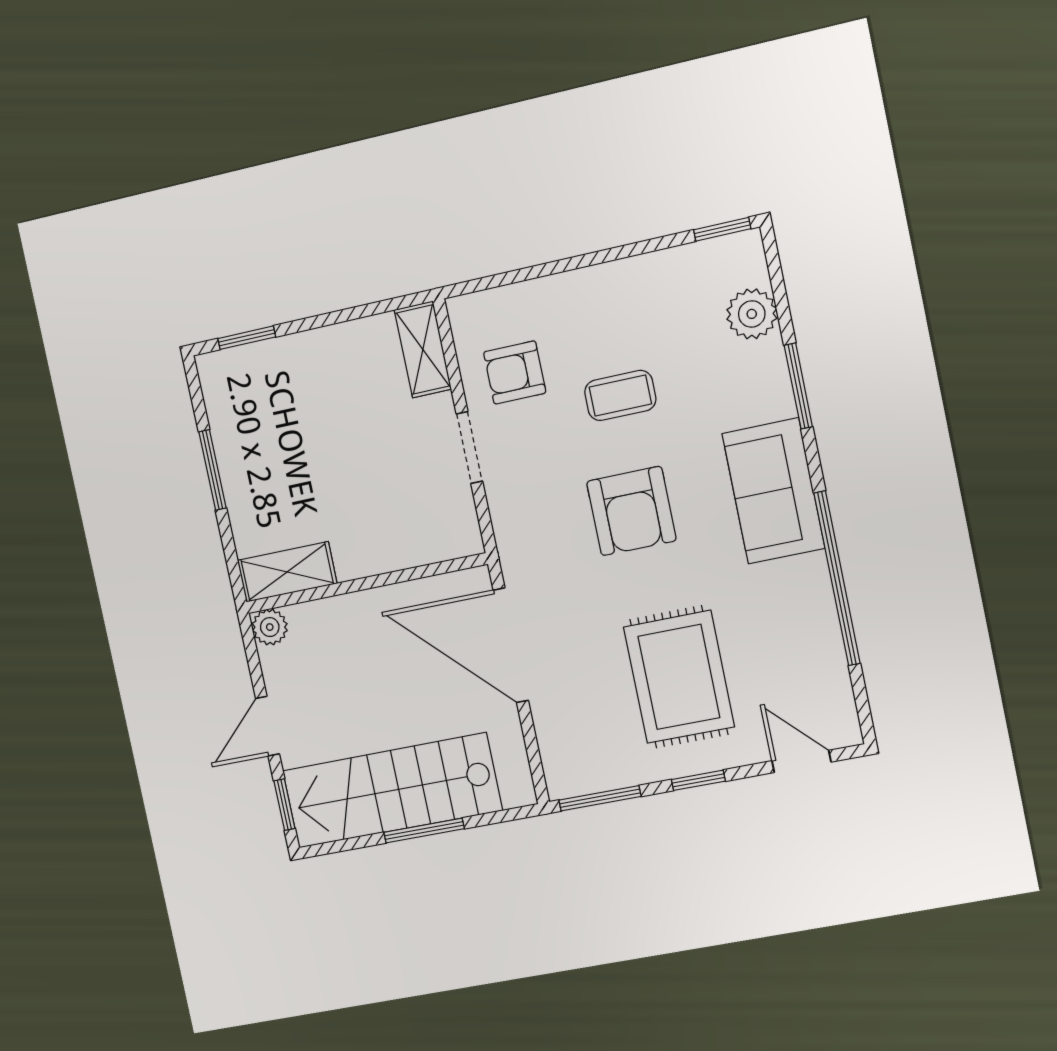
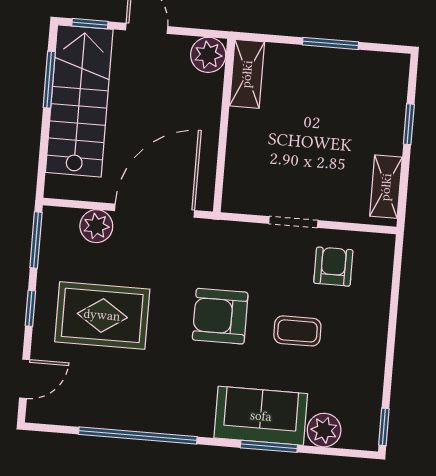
window: (247, 338) -> (409, 124), moved
shelving: (423, 349) -> (386, 187), moved, turned 90
coffee table: (620, 395) -> (297, 331), turned 90
sofa: (773, 491) -> (261, 416), moved
plant: (270, 627) -> (208, 55), width x1.38, depth x1.38
plant: (556, 720) -> (96, 226), added
window: (424, 830) -> (49, 80), moved

